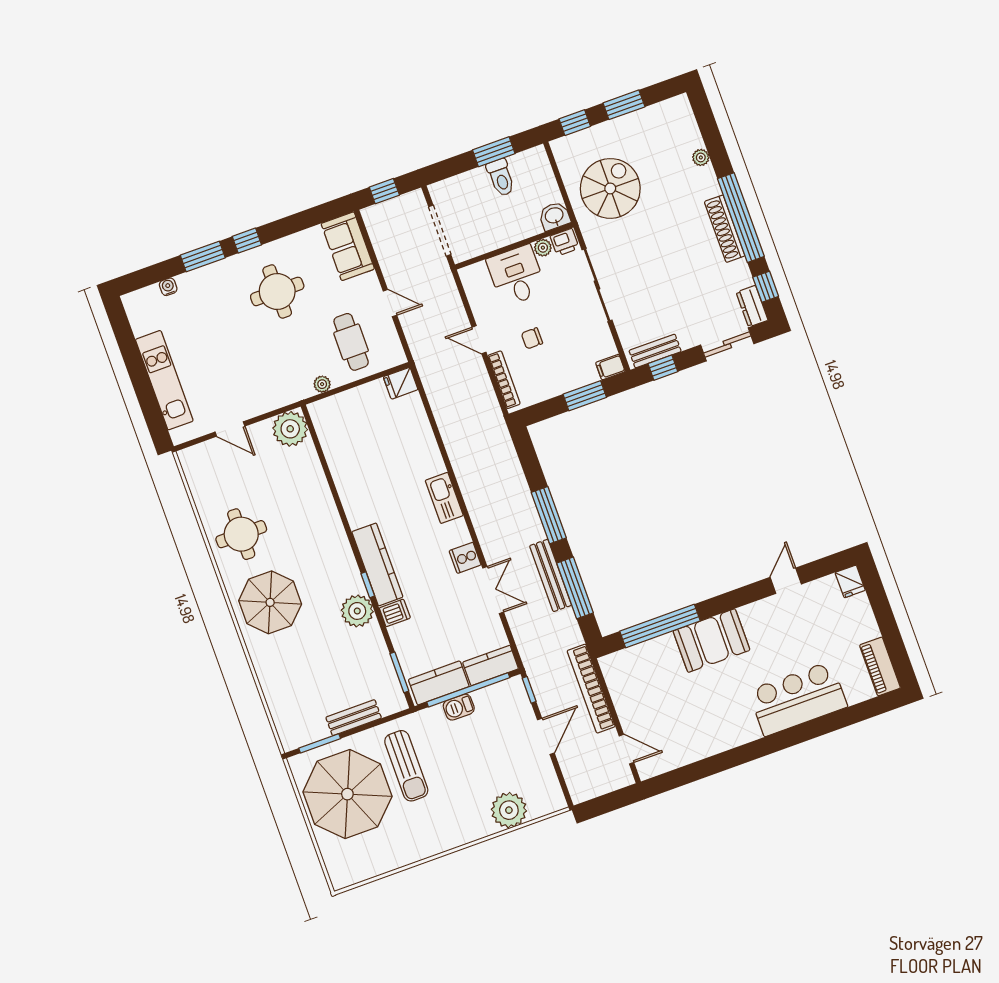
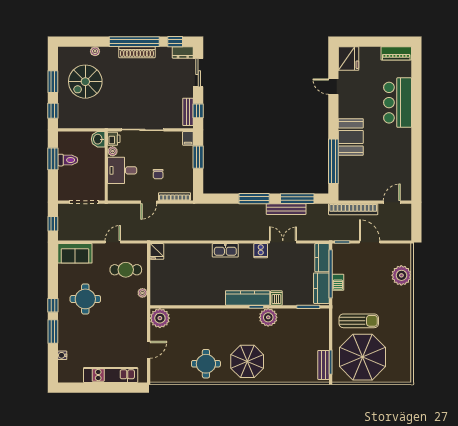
spiral stairs: (610, 188) -> (85, 82), moved, turned -90
fridge: (850, 581) -> (348, 59), width x1.88, depth x1.34
bench: (354, 718) -> (324, 365), moved

